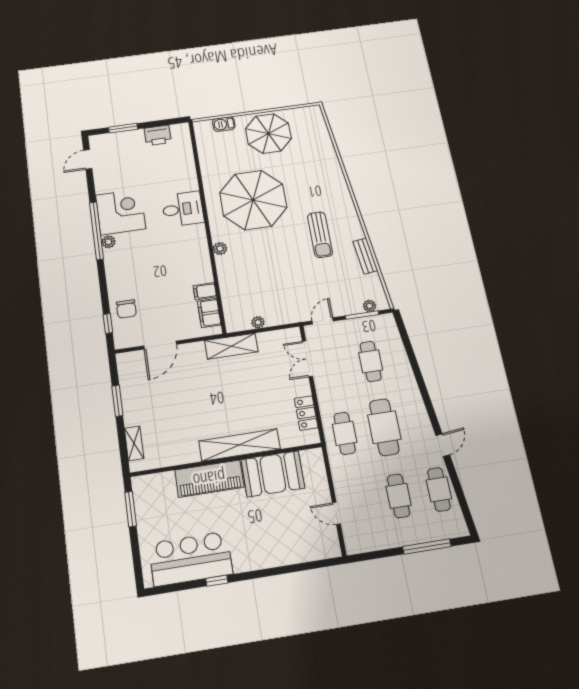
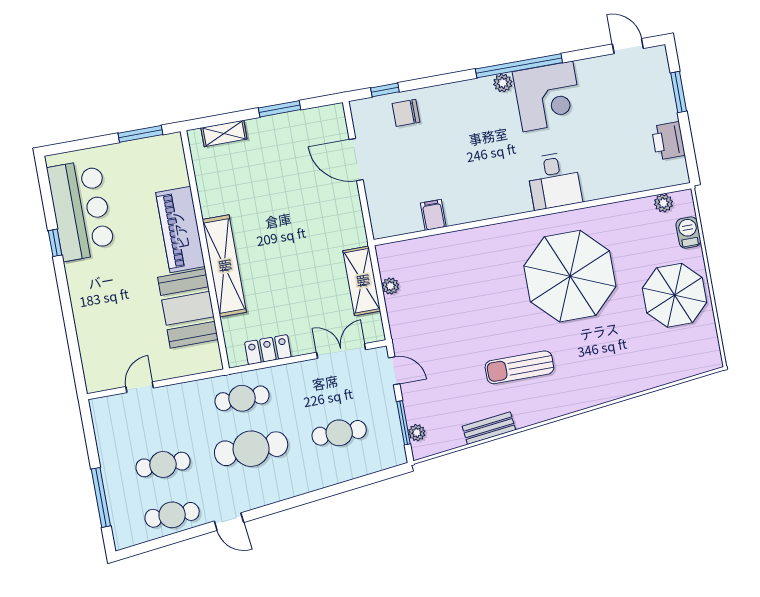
plant: (220, 249) -> (663, 203), moved
filing cabinet: (209, 313) -> (402, 222), removed
shelving: (231, 346) -> (362, 281), moved

